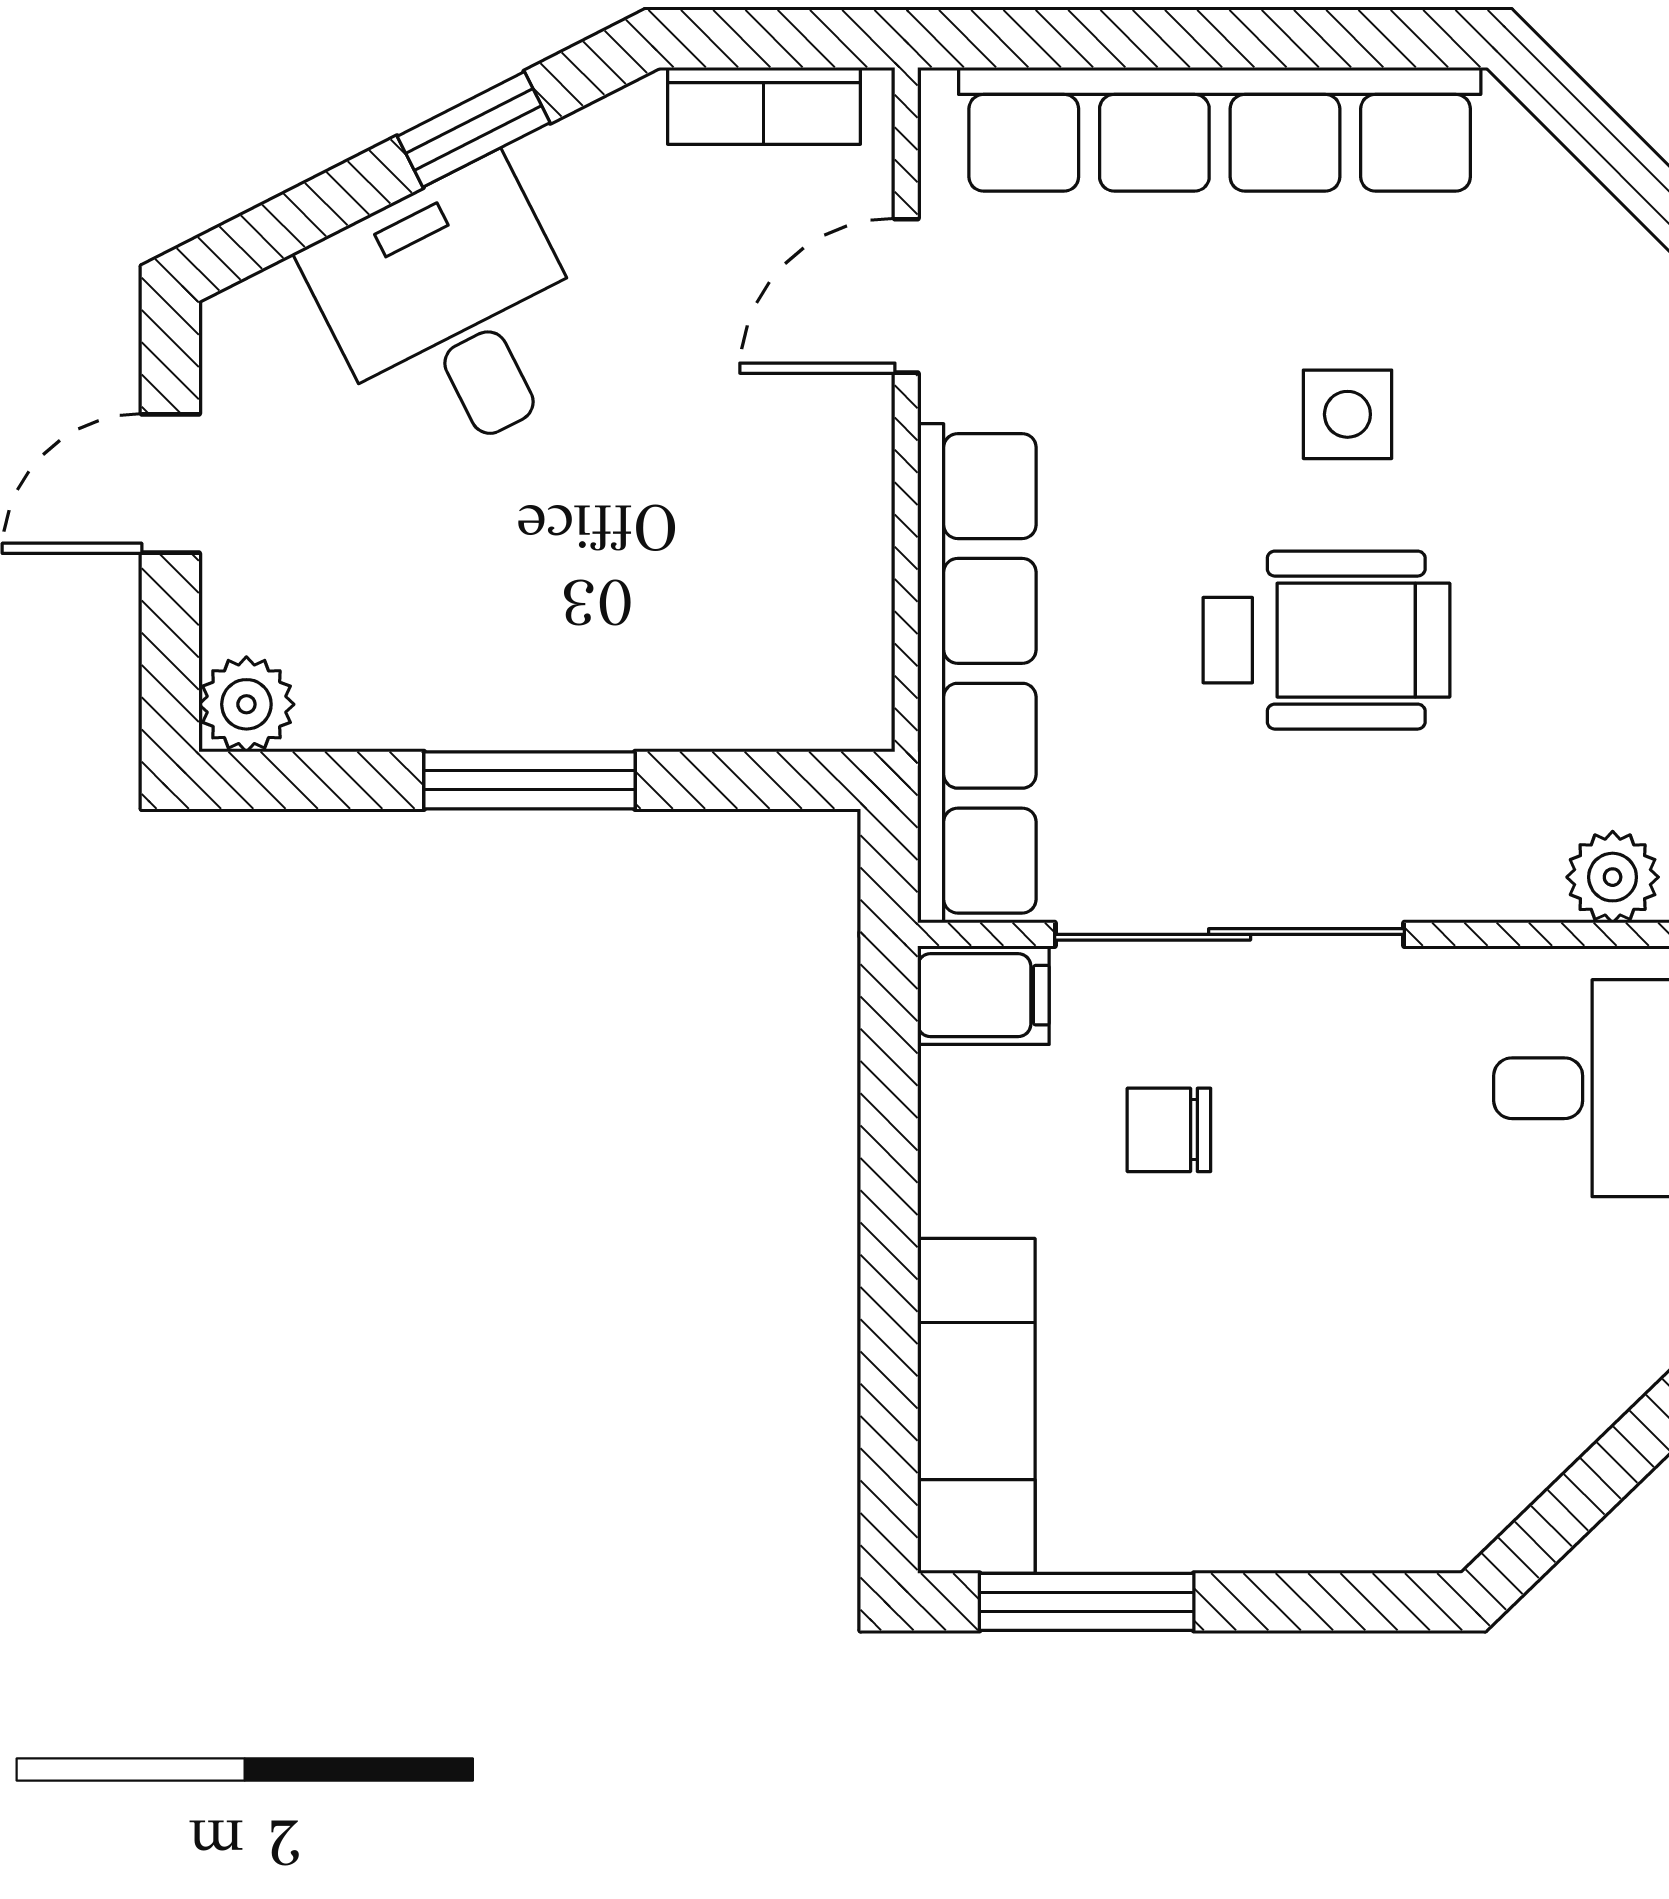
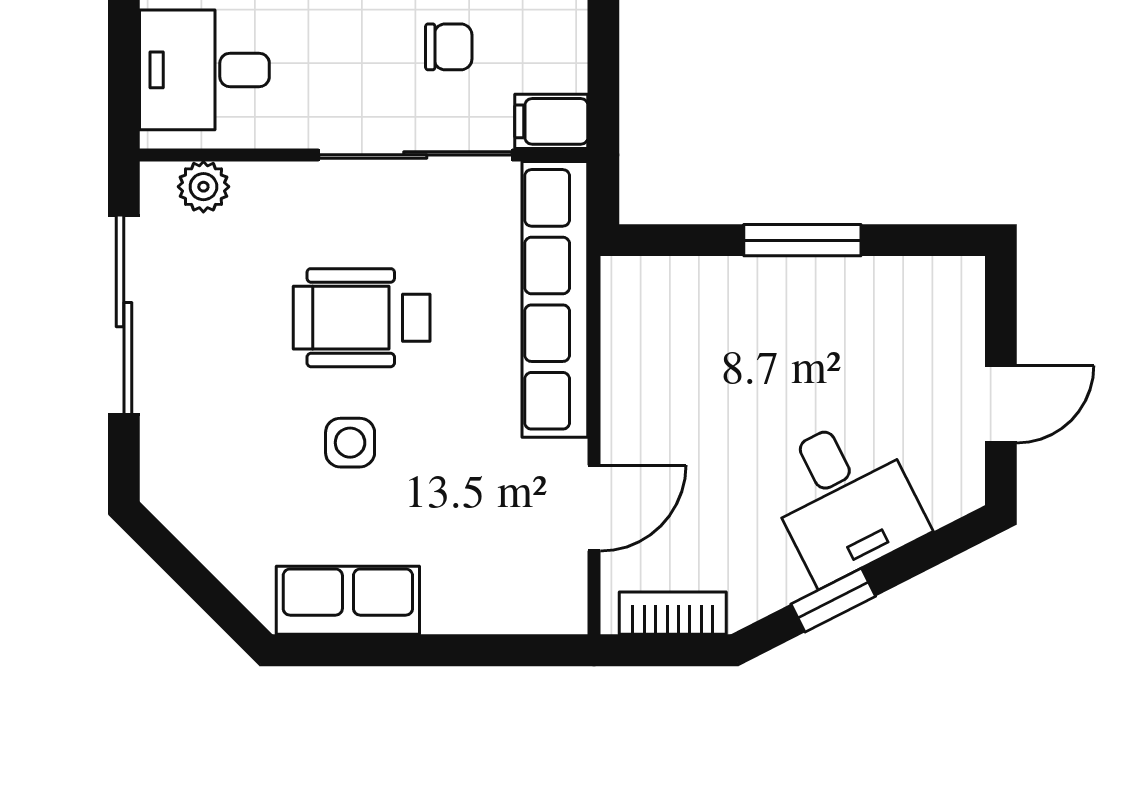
row of seats: (1220, 129) -> (348, 600), width x0.50
plant: (246, 704) -> (959, 282), removed

